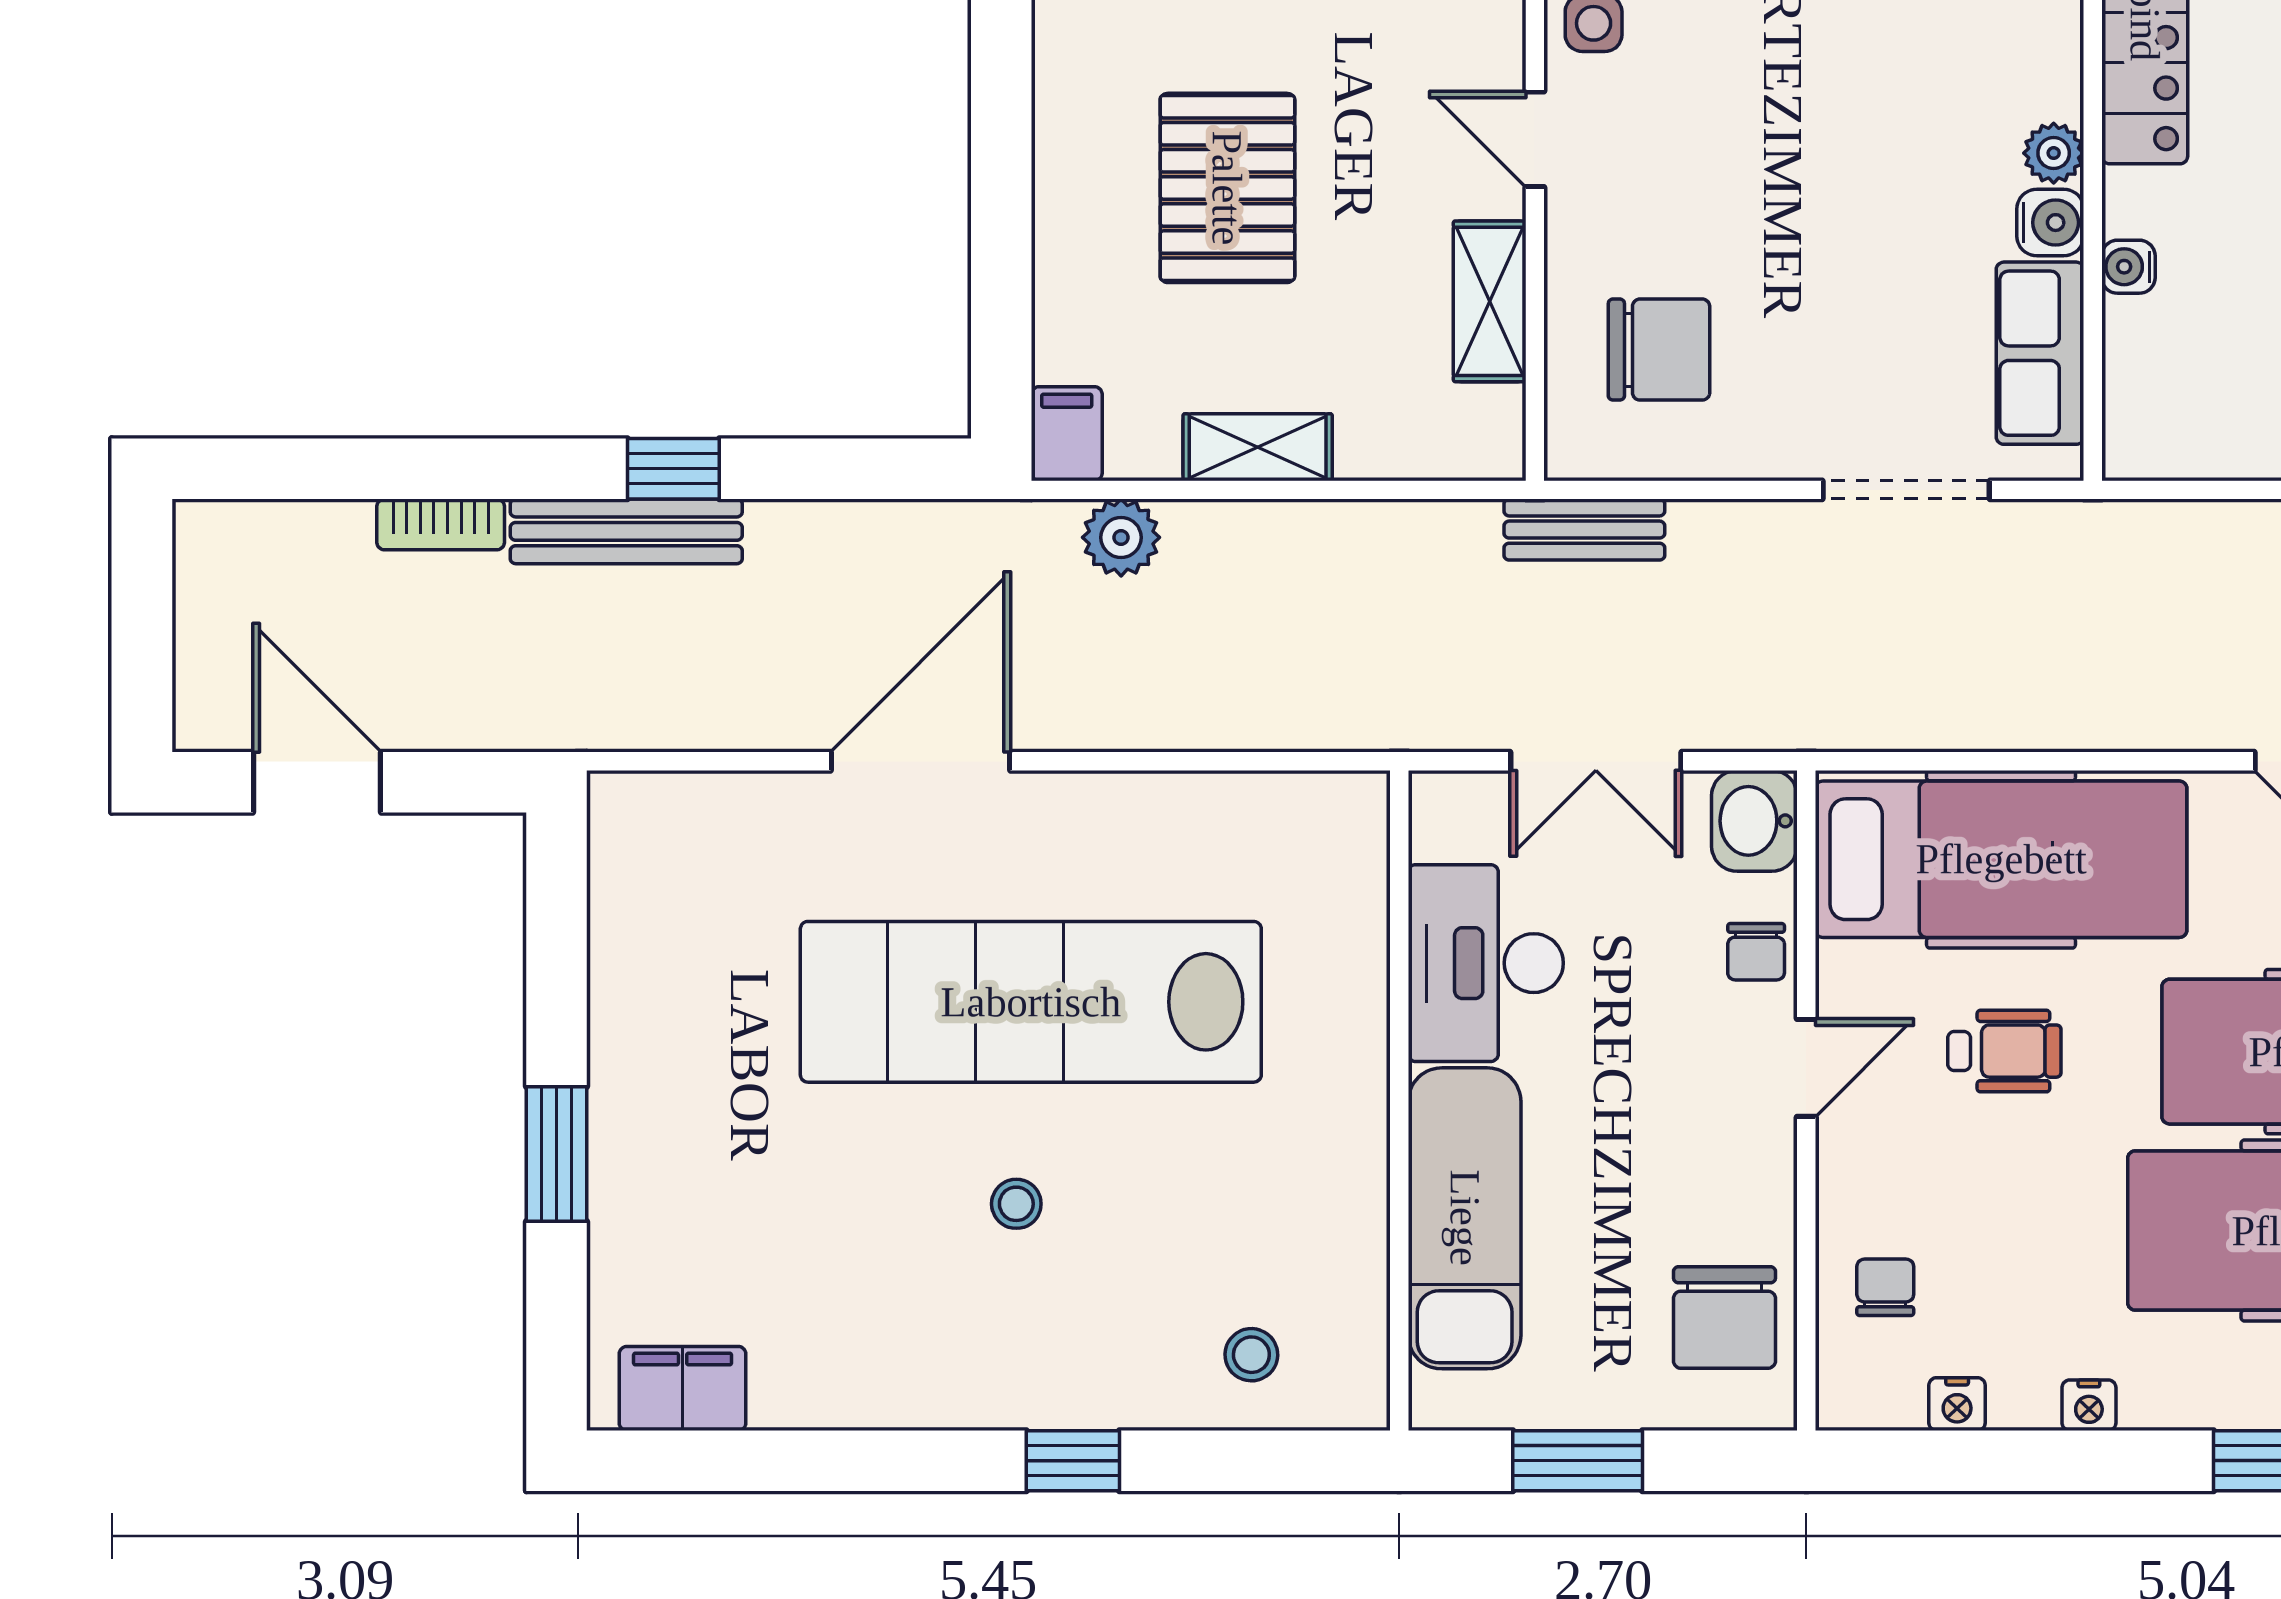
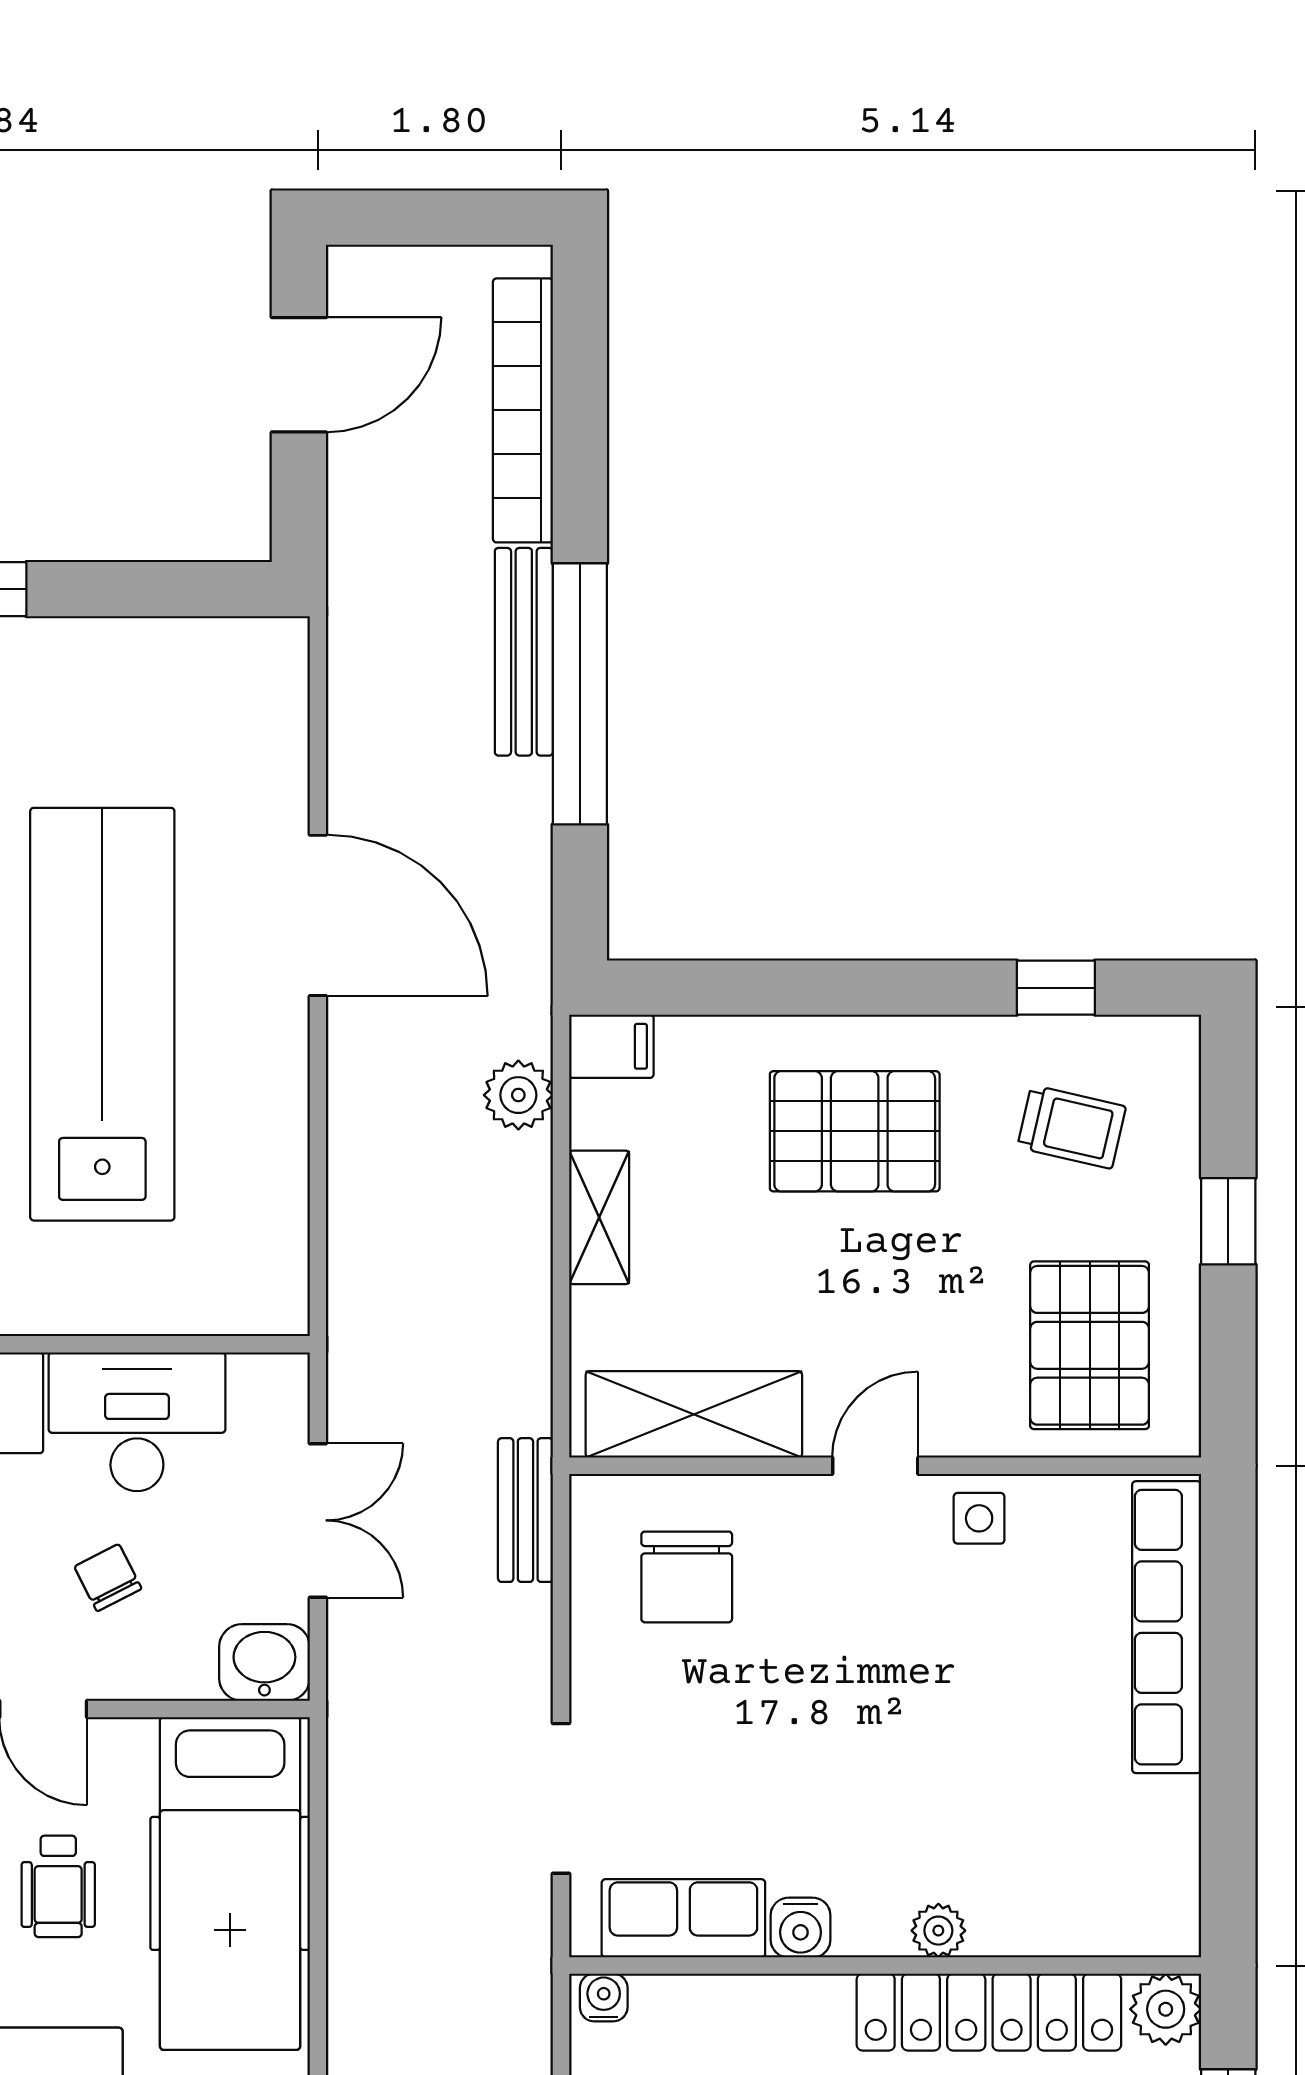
plant: (2054, 153) -> (938, 1931), moved
pallet: (1227, 188) -> (855, 1131), moved
water cooler: (2128, 267) -> (604, 1998), moved
shelving: (1490, 301) -> (694, 1414), width x1.50, depth x1.33
window: (673, 469) -> (580, 694), width x3.17
bookcase: (441, 524) -> (523, 410), width x2.31, depth x1.31
double door: (1596, 761) -> (318, 1520), swing flipped
chair: (1756, 952) -> (108, 1578), moved, turned 63

